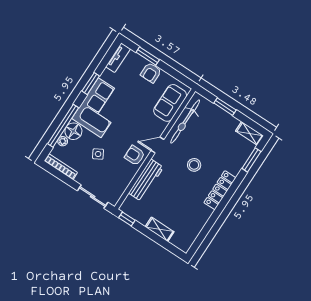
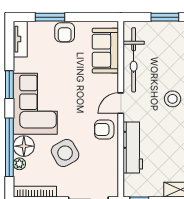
side table: (98, 154) -> (65, 153), width x1.87, depth x1.87

